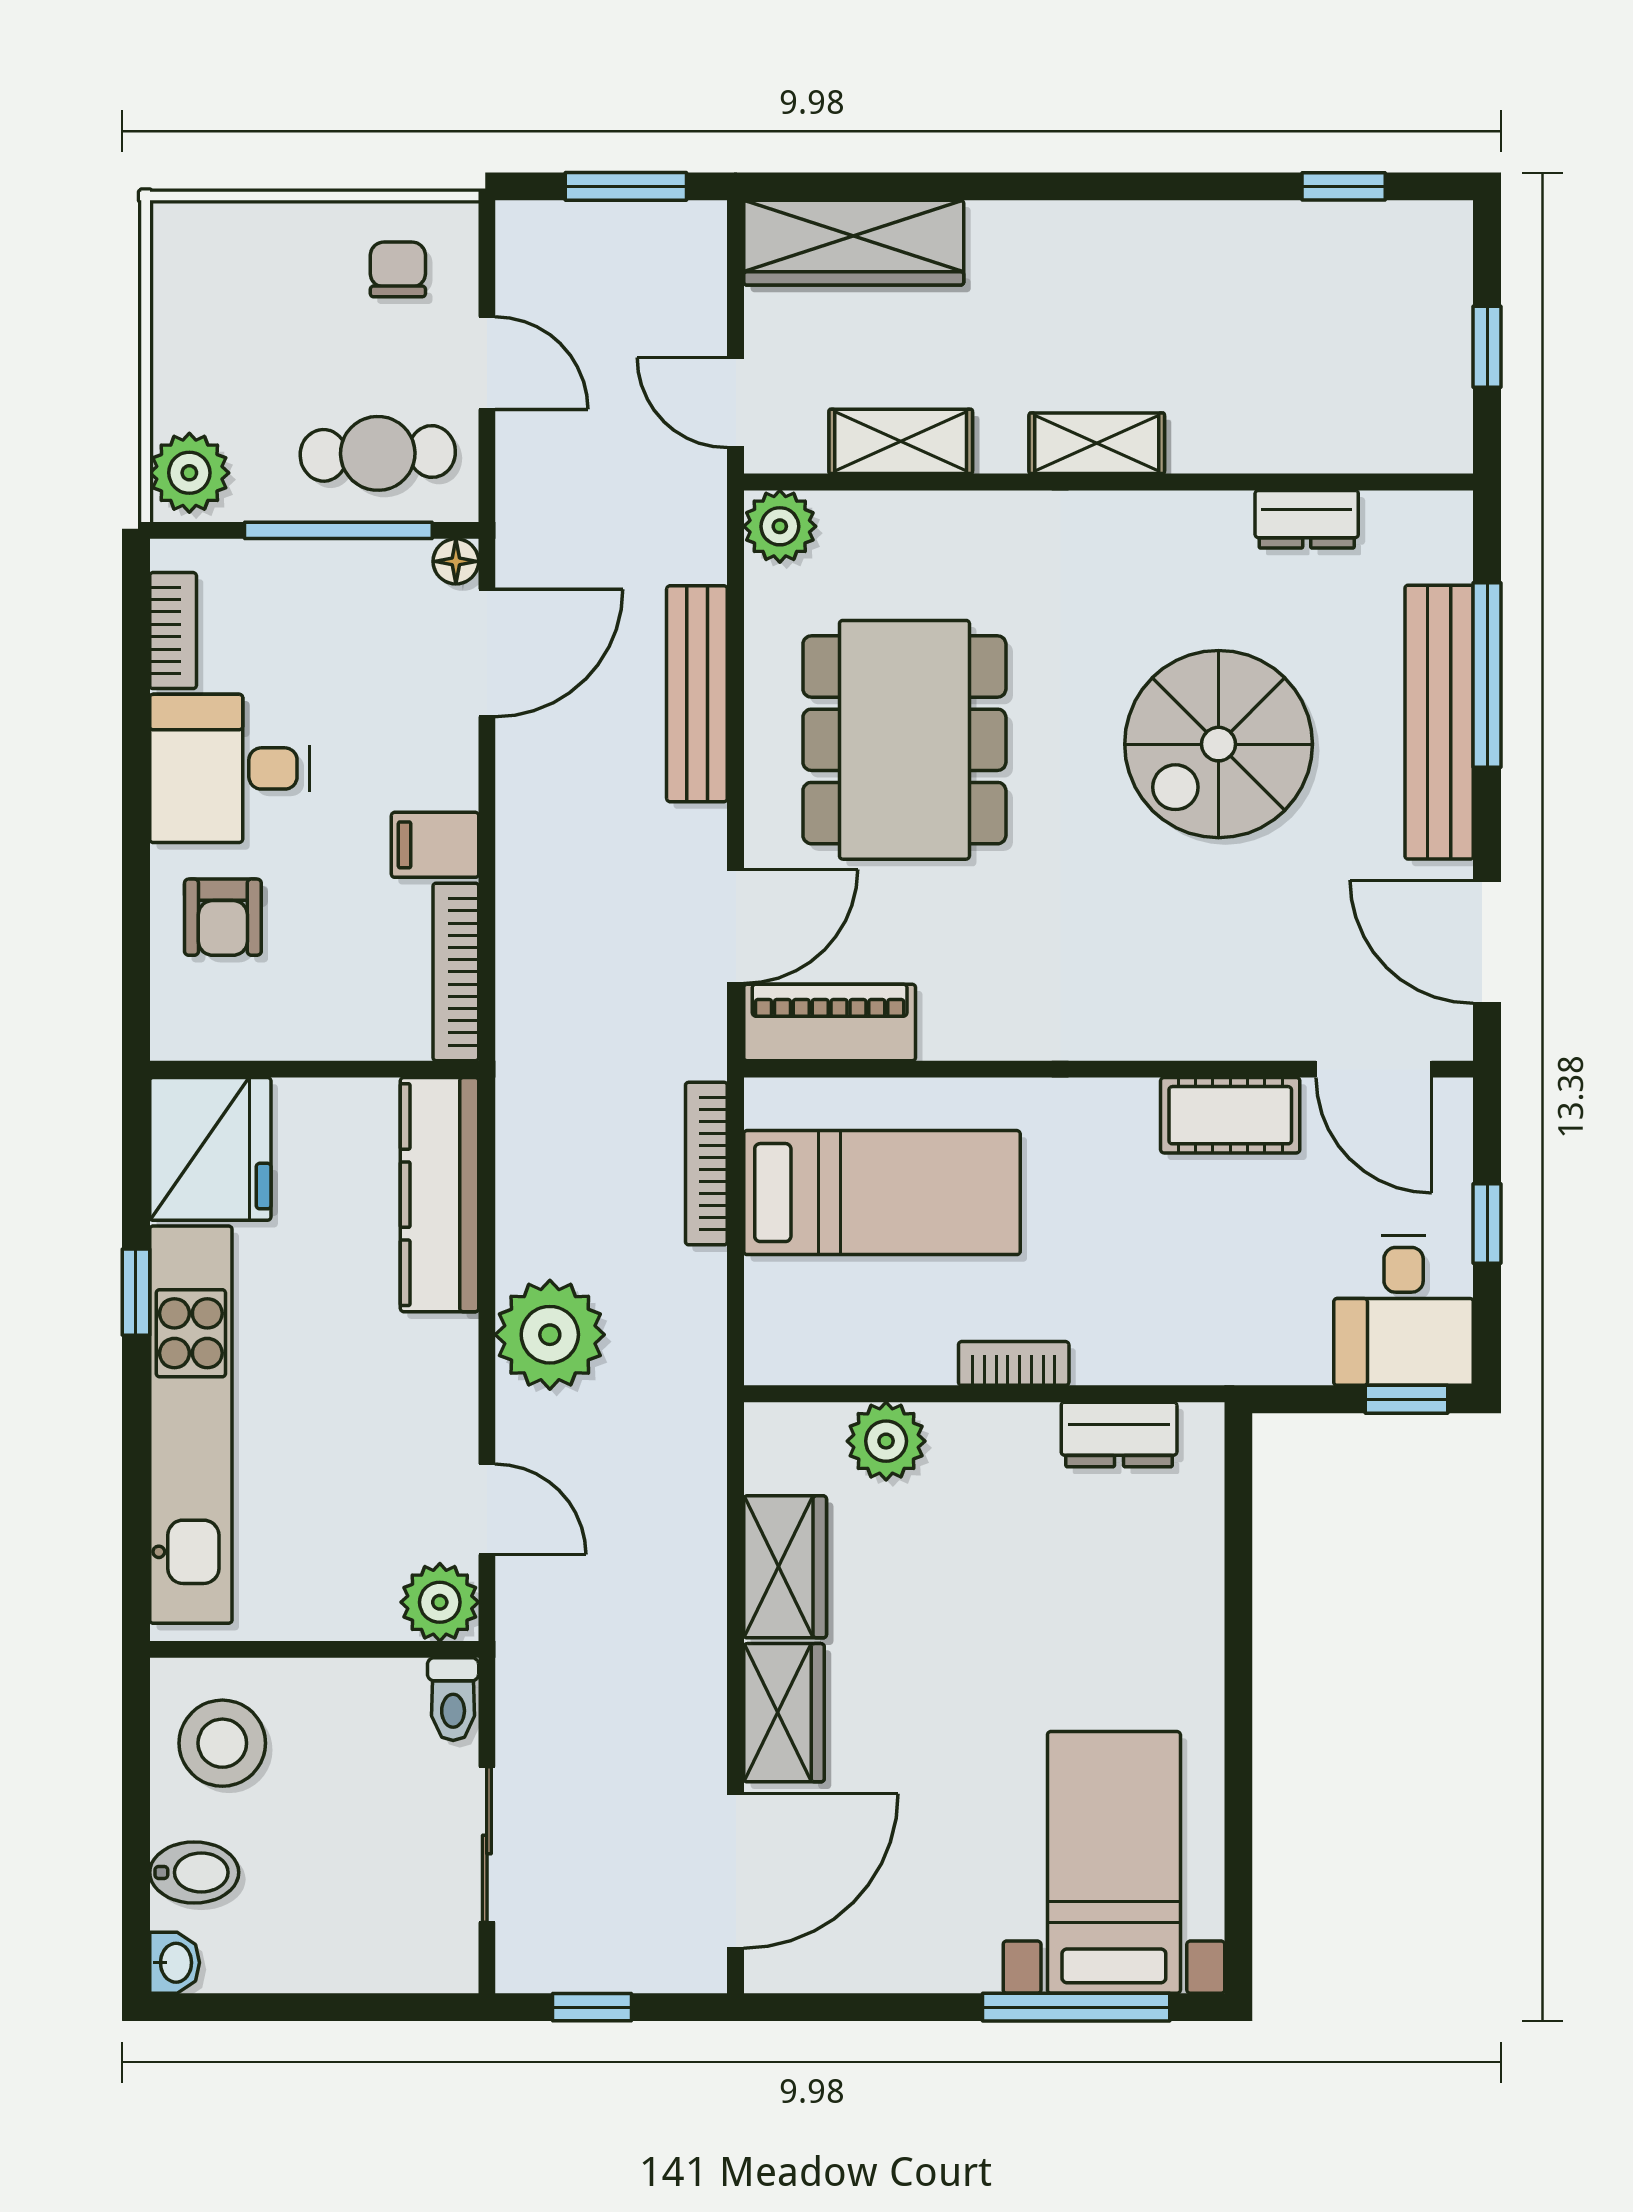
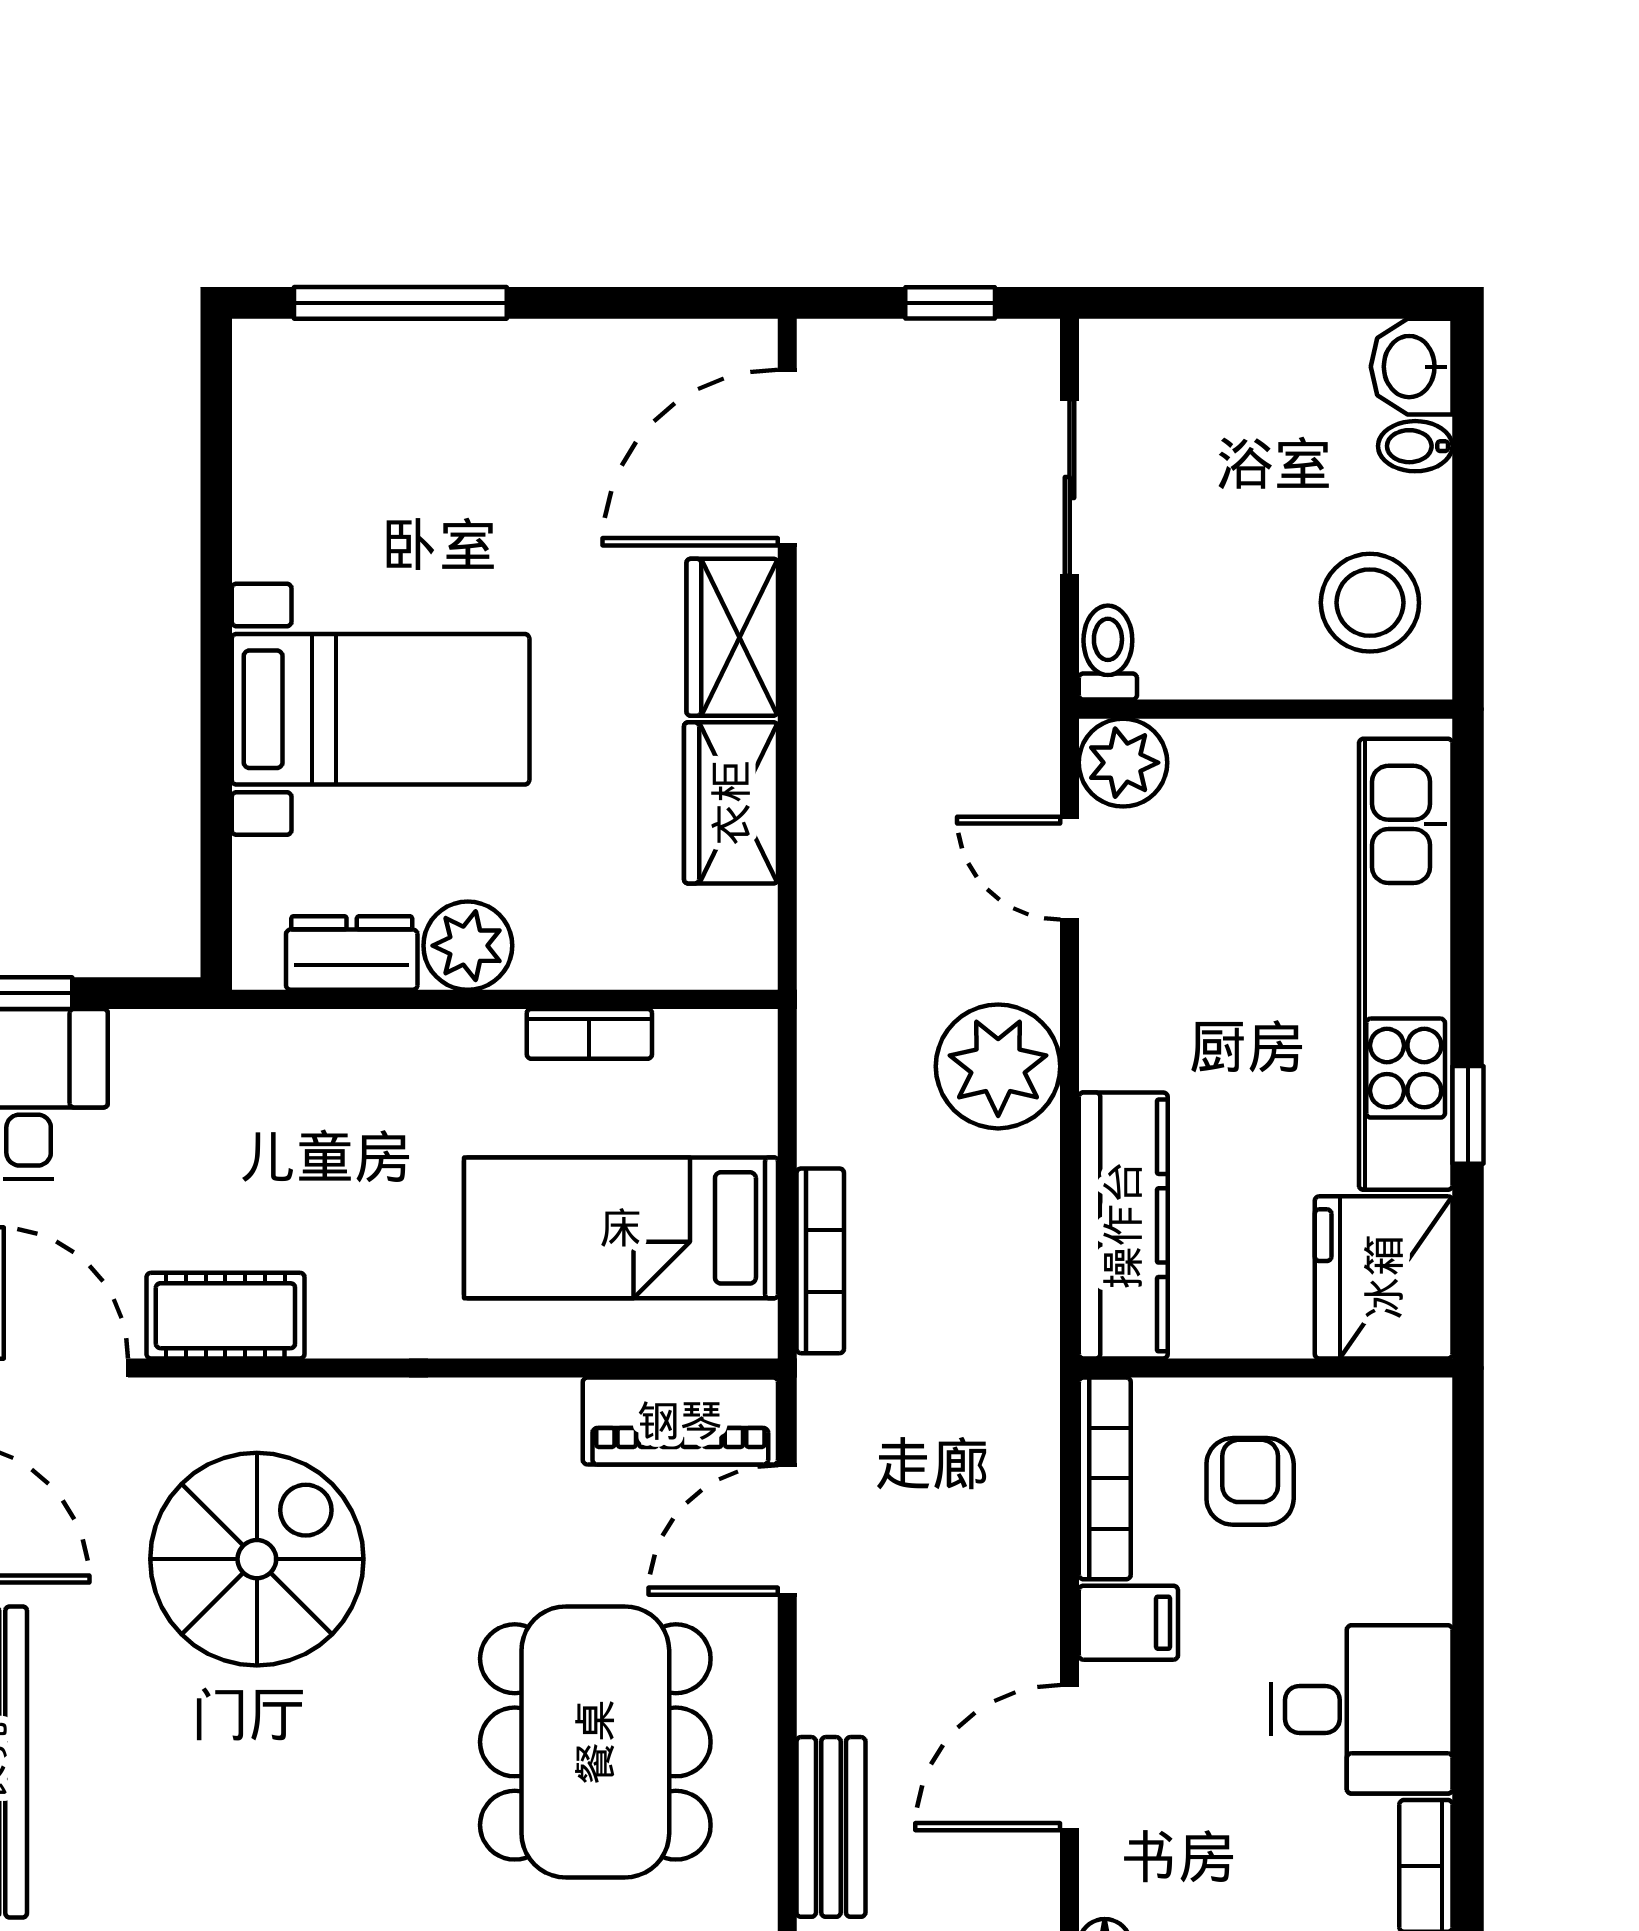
door: (487, 653) -> (1070, 1758), moved
bench: (697, 694) -> (831, 1827), width x0.73
spiral stairs: (1219, 744) -> (257, 1559), moved
armchair: (223, 917) -> (1250, 1481), moved
bookcase: (1014, 1363) -> (589, 1034), moved
plant: (886, 1441) -> (468, 946), moved
bed with nightstands: (1114, 1862) -> (381, 709), moved, turned -90
bidet: (194, 1872) -> (1415, 446), width x0.72, depth x0.74
washbasin: (175, 1963) -> (1412, 367), width x1.38, depth x1.45

